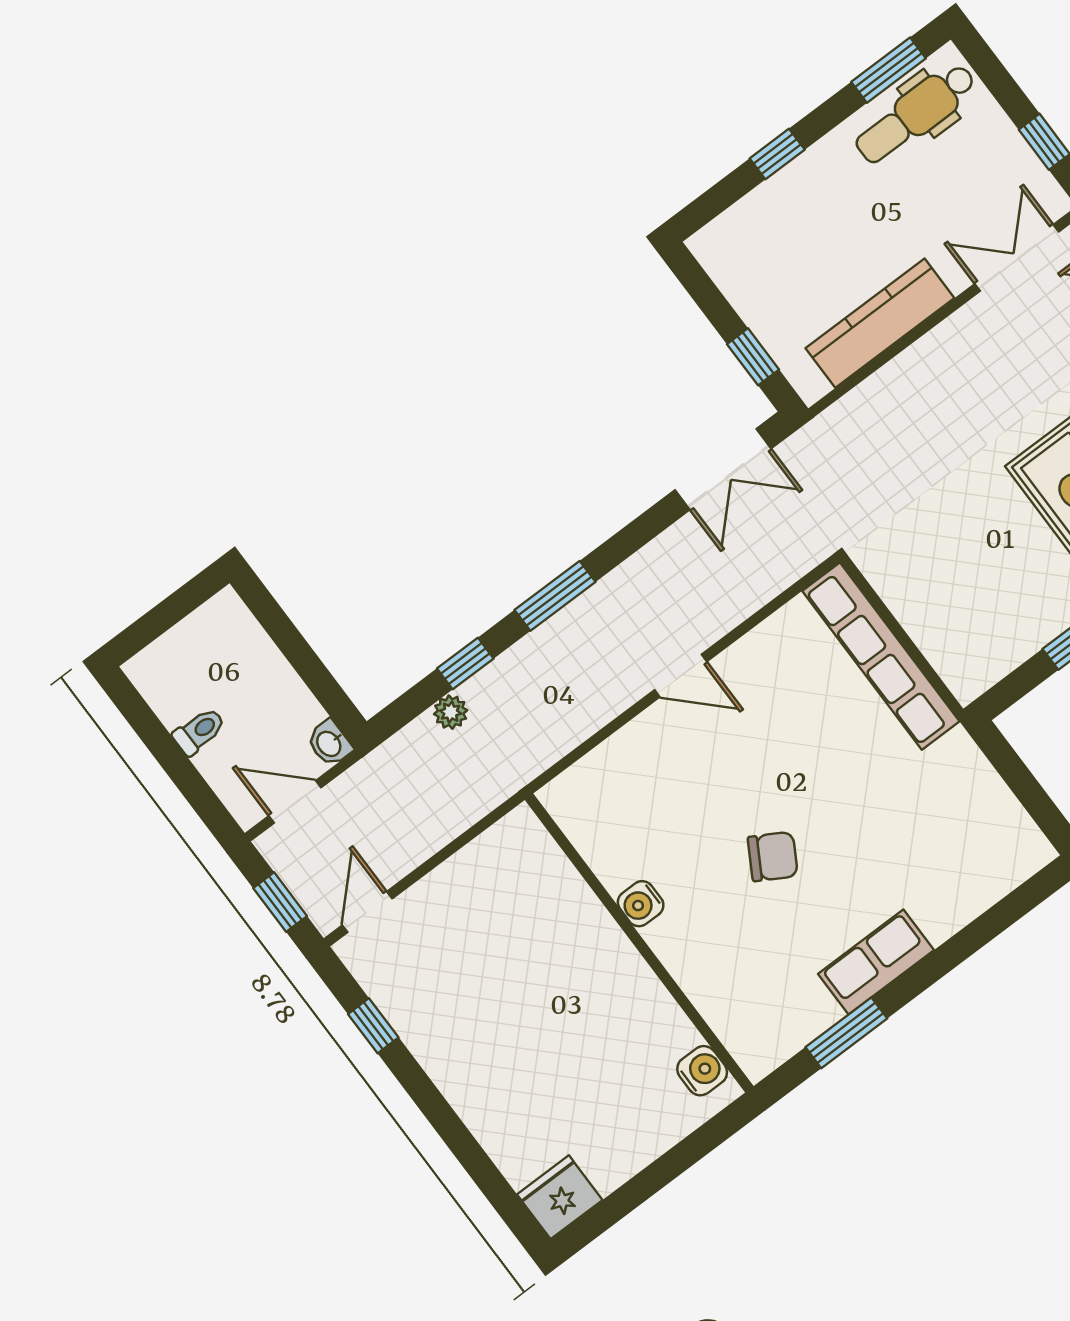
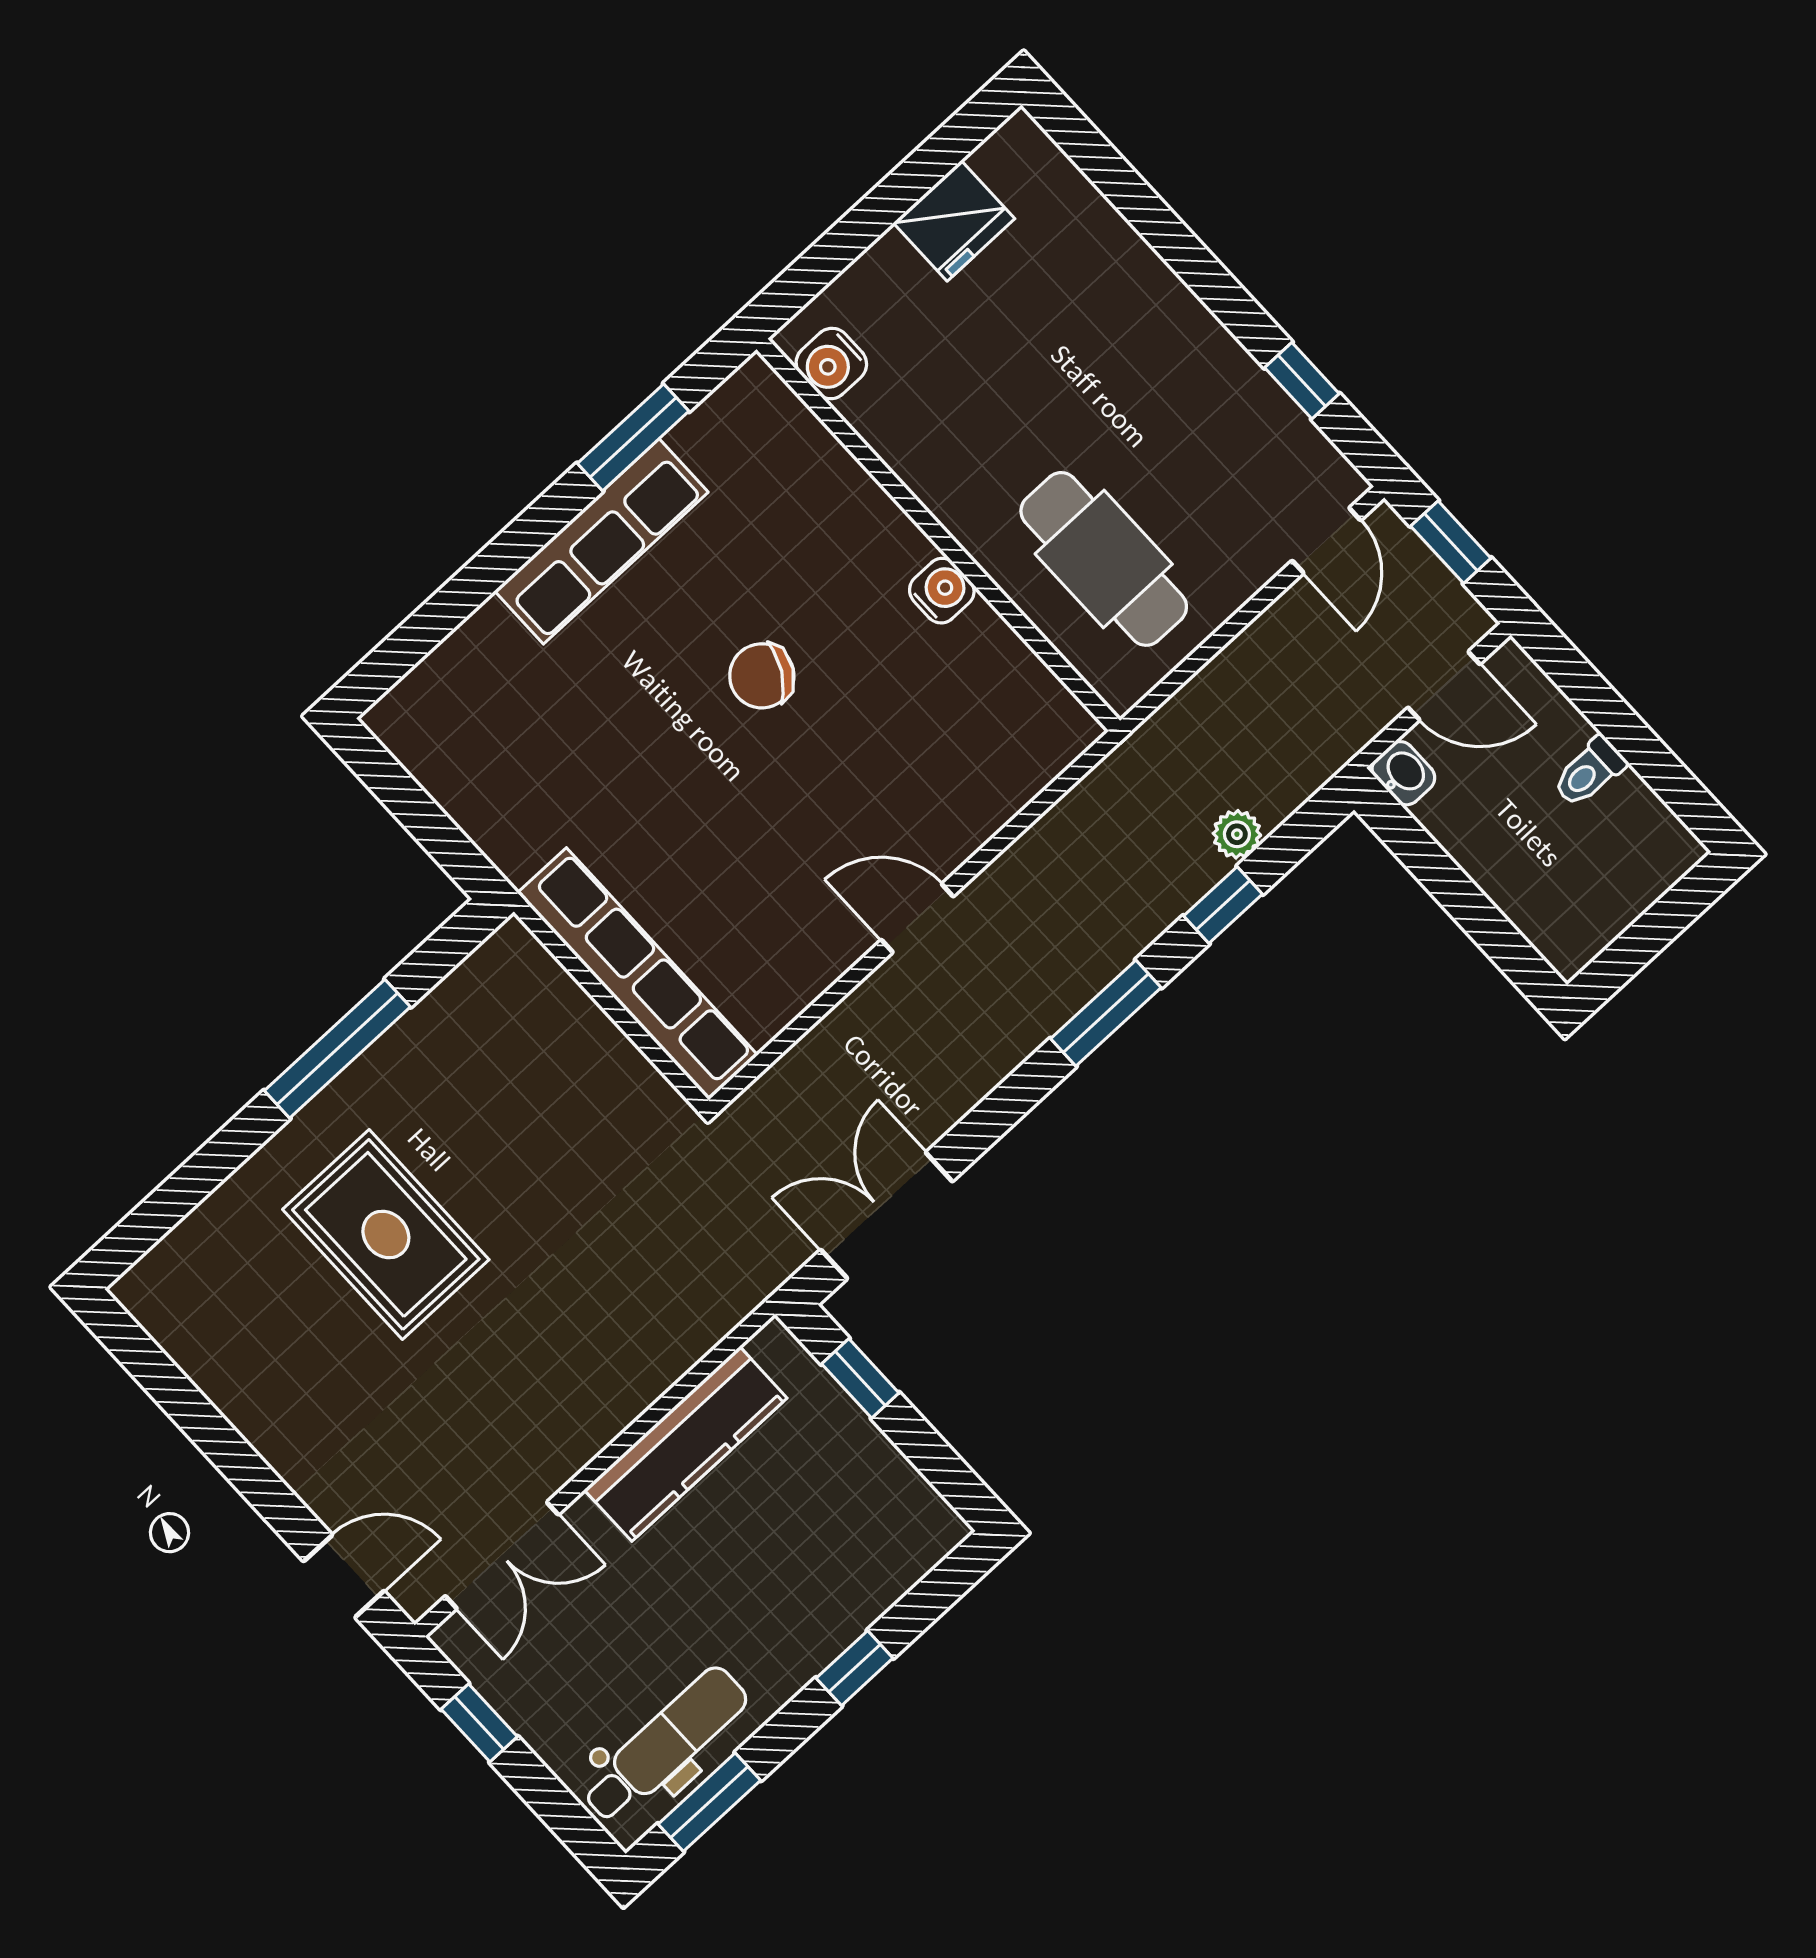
cafe table: (525, 915) -> (1104, 559), added
row of seats: (876, 962) -> (601, 541), width x1.48
fridge: (560, 1197) -> (954, 221), moved

